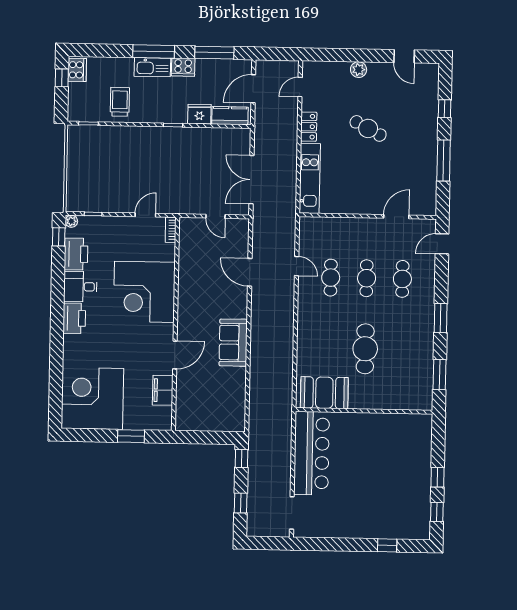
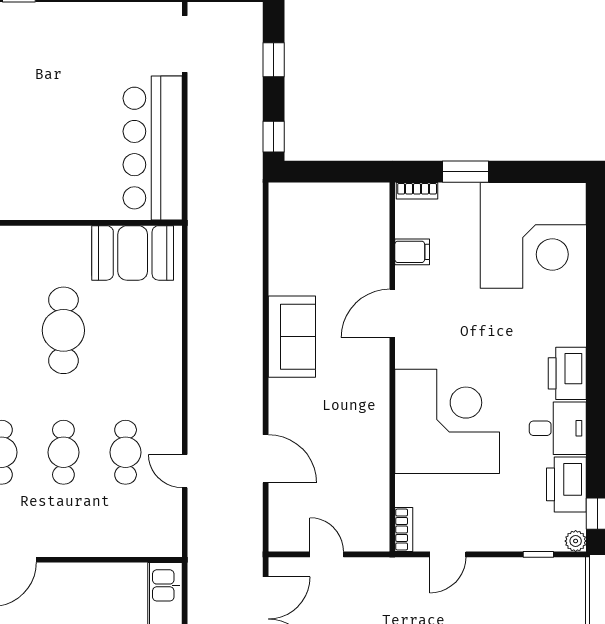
filing cabinet: (163, 390) -> (412, 252), width x0.50
bookcase: (159, 426) -> (417, 191), added

